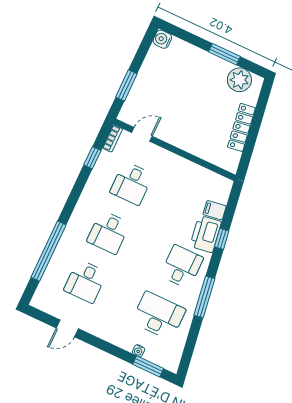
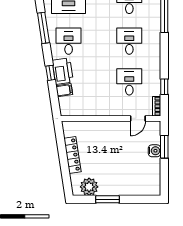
water cooler: (162, 39) -> (154, 151), moved
desk: (182, 267) -> (69, 41), turned 180

